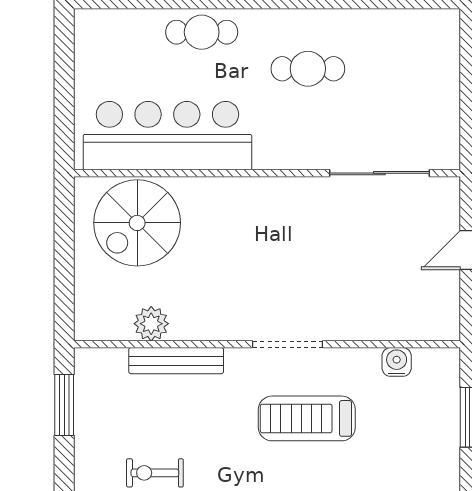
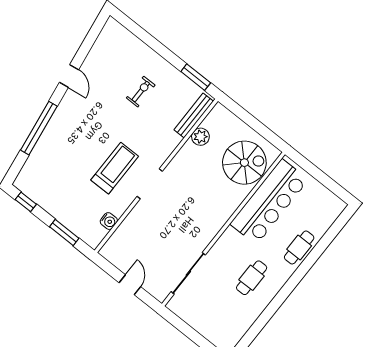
spiral stairs: (137, 223) -> (244, 163), turned 90
bench: (176, 361) -> (194, 115), moved

